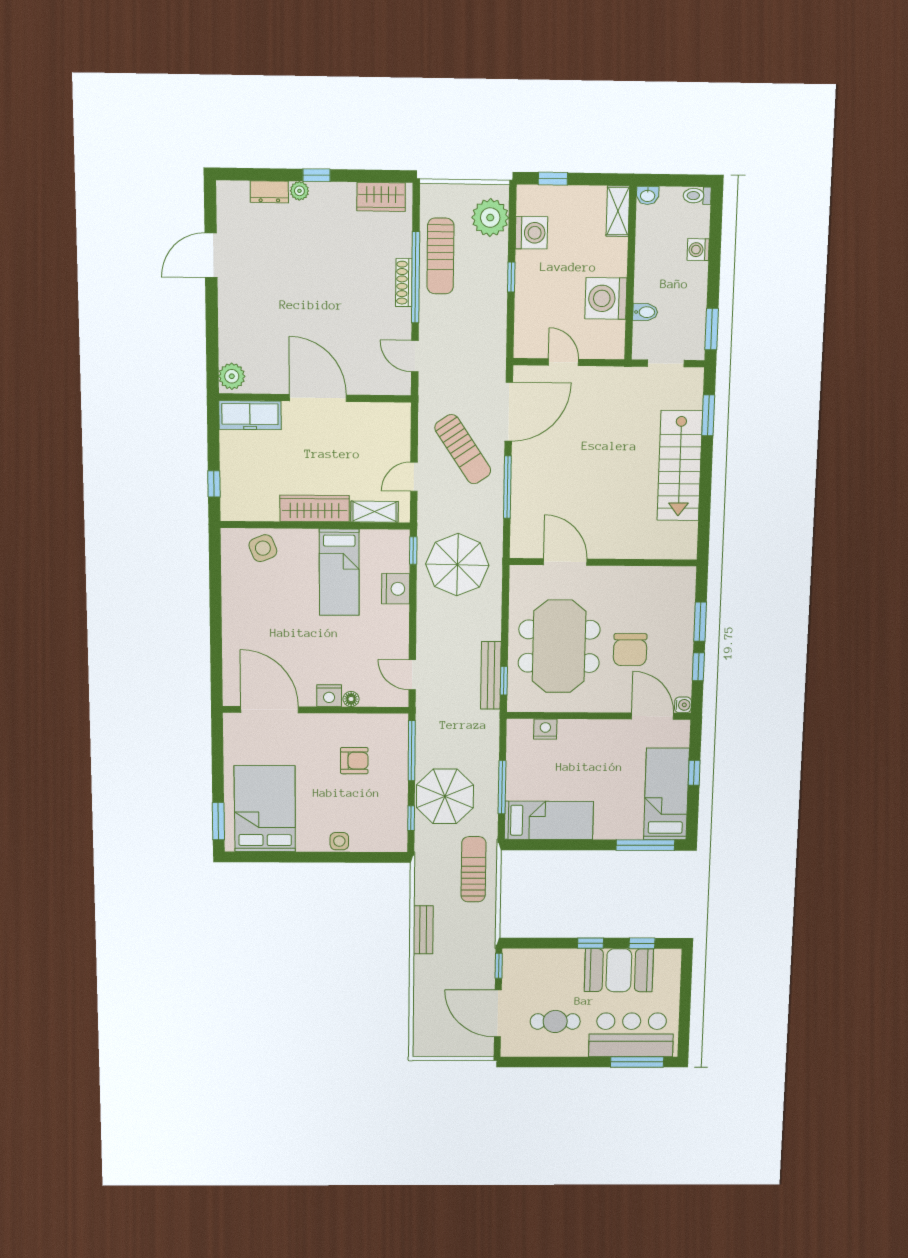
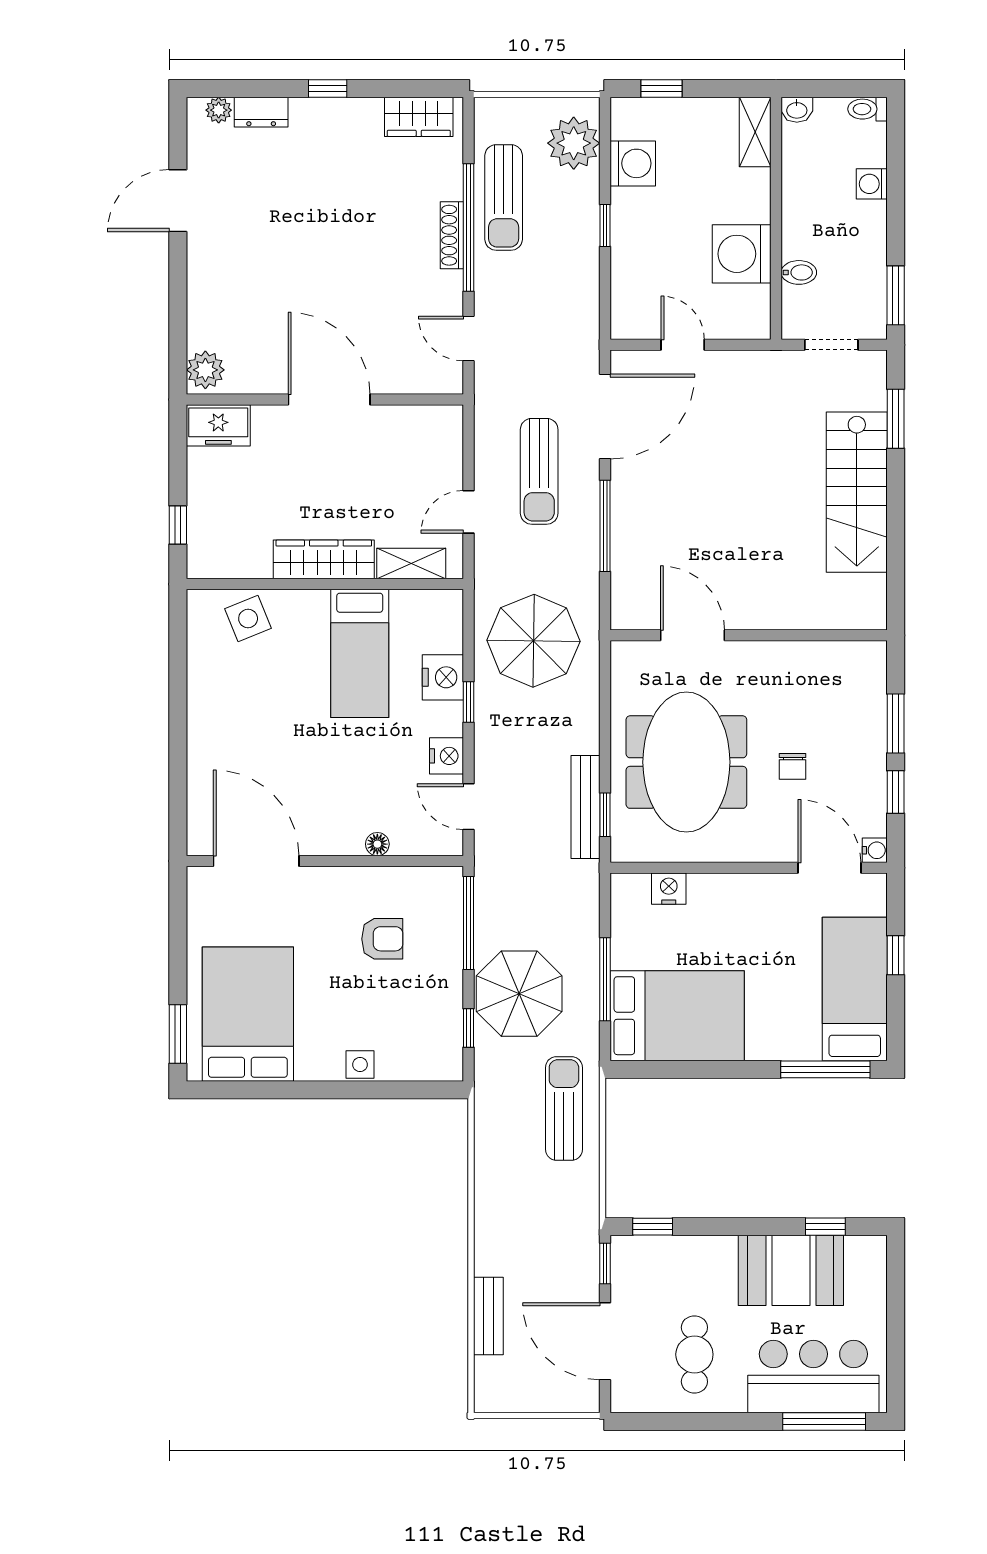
plant: (299, 191) -> (219, 110), moved
freezer: (250, 415) -> (218, 425), width x0.71
sun lounger: (463, 449) -> (539, 471), turned 34
window: (413, 550) -> (468, 702), moved
chair: (630, 650) -> (793, 766), width x0.54, depth x0.54
nightstand: (329, 696) -> (447, 756), moved, turned -90
bed: (549, 820) -> (677, 1016), width x1.50
bench: (423, 930) -> (488, 1316), moved
window: (590, 943) -> (653, 1227), moved
cafe table: (555, 1021) -> (694, 1354), turned 90

